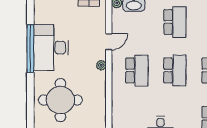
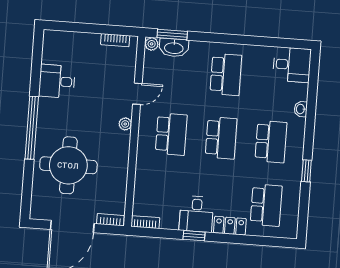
desk: (51, 48) -> (57, 81), width x0.53, depth x0.77
window: (30, 49) -> (32, 128), moved

